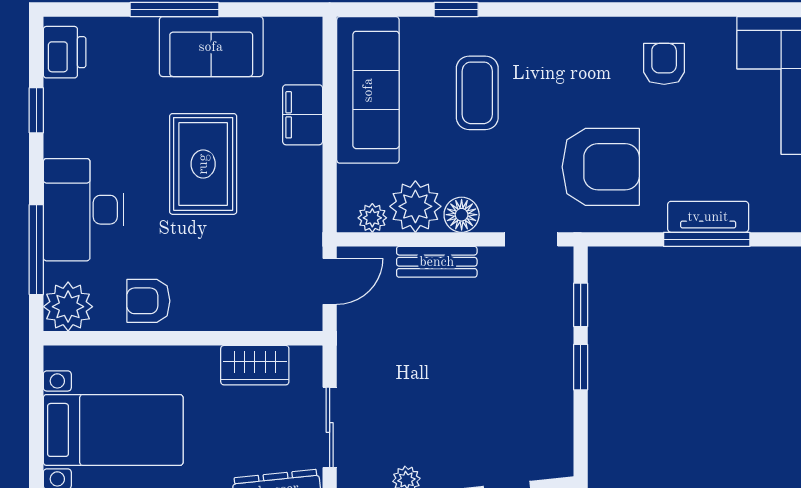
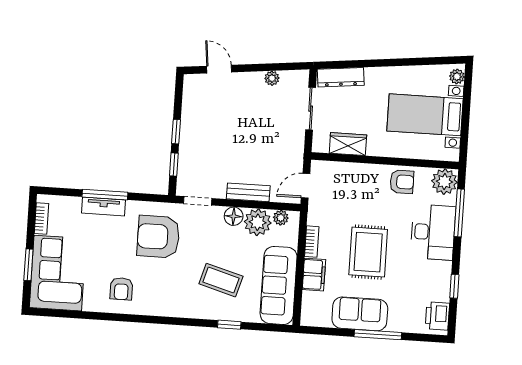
coffee table: (477, 93) -> (221, 280), turned -74
bookcase: (311, 177) -> (312, 242), added

